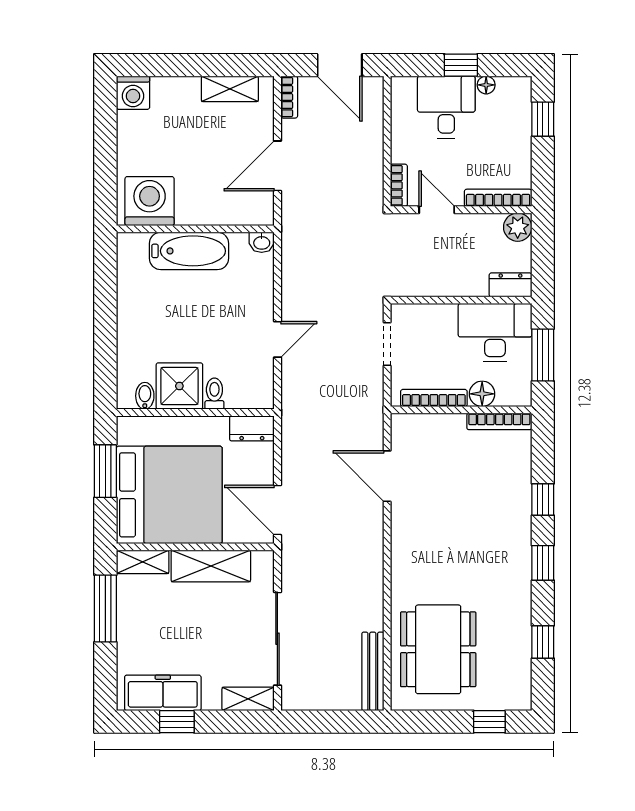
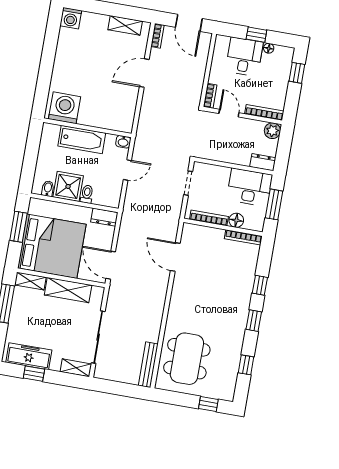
washing machine: (150, 201) -> (65, 108), moved
wall: (195, 229) -> (87, 128), moved
washbasin: (262, 242) -> (123, 142), moved
bathtub: (189, 251) -> (82, 139), moved

